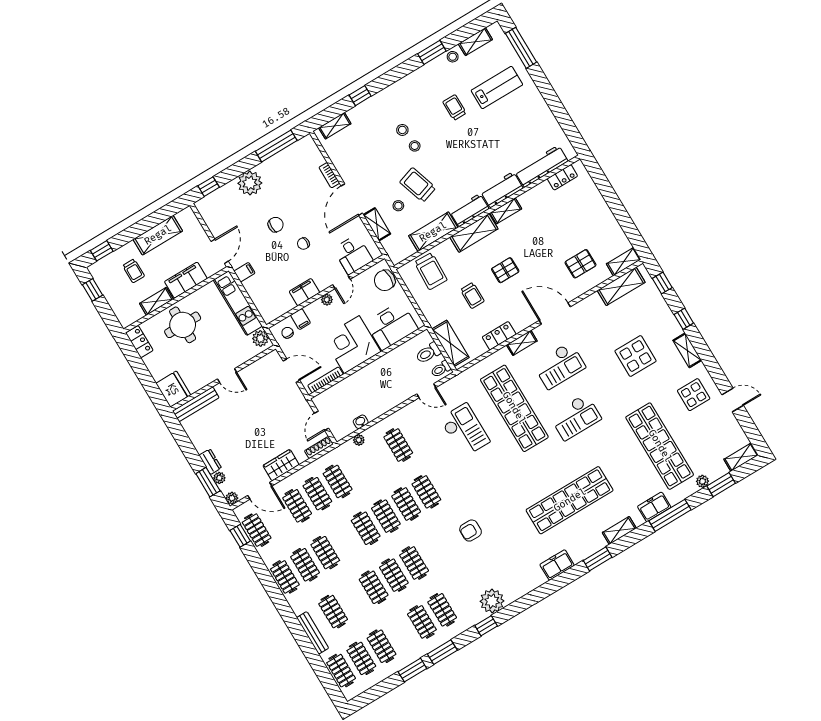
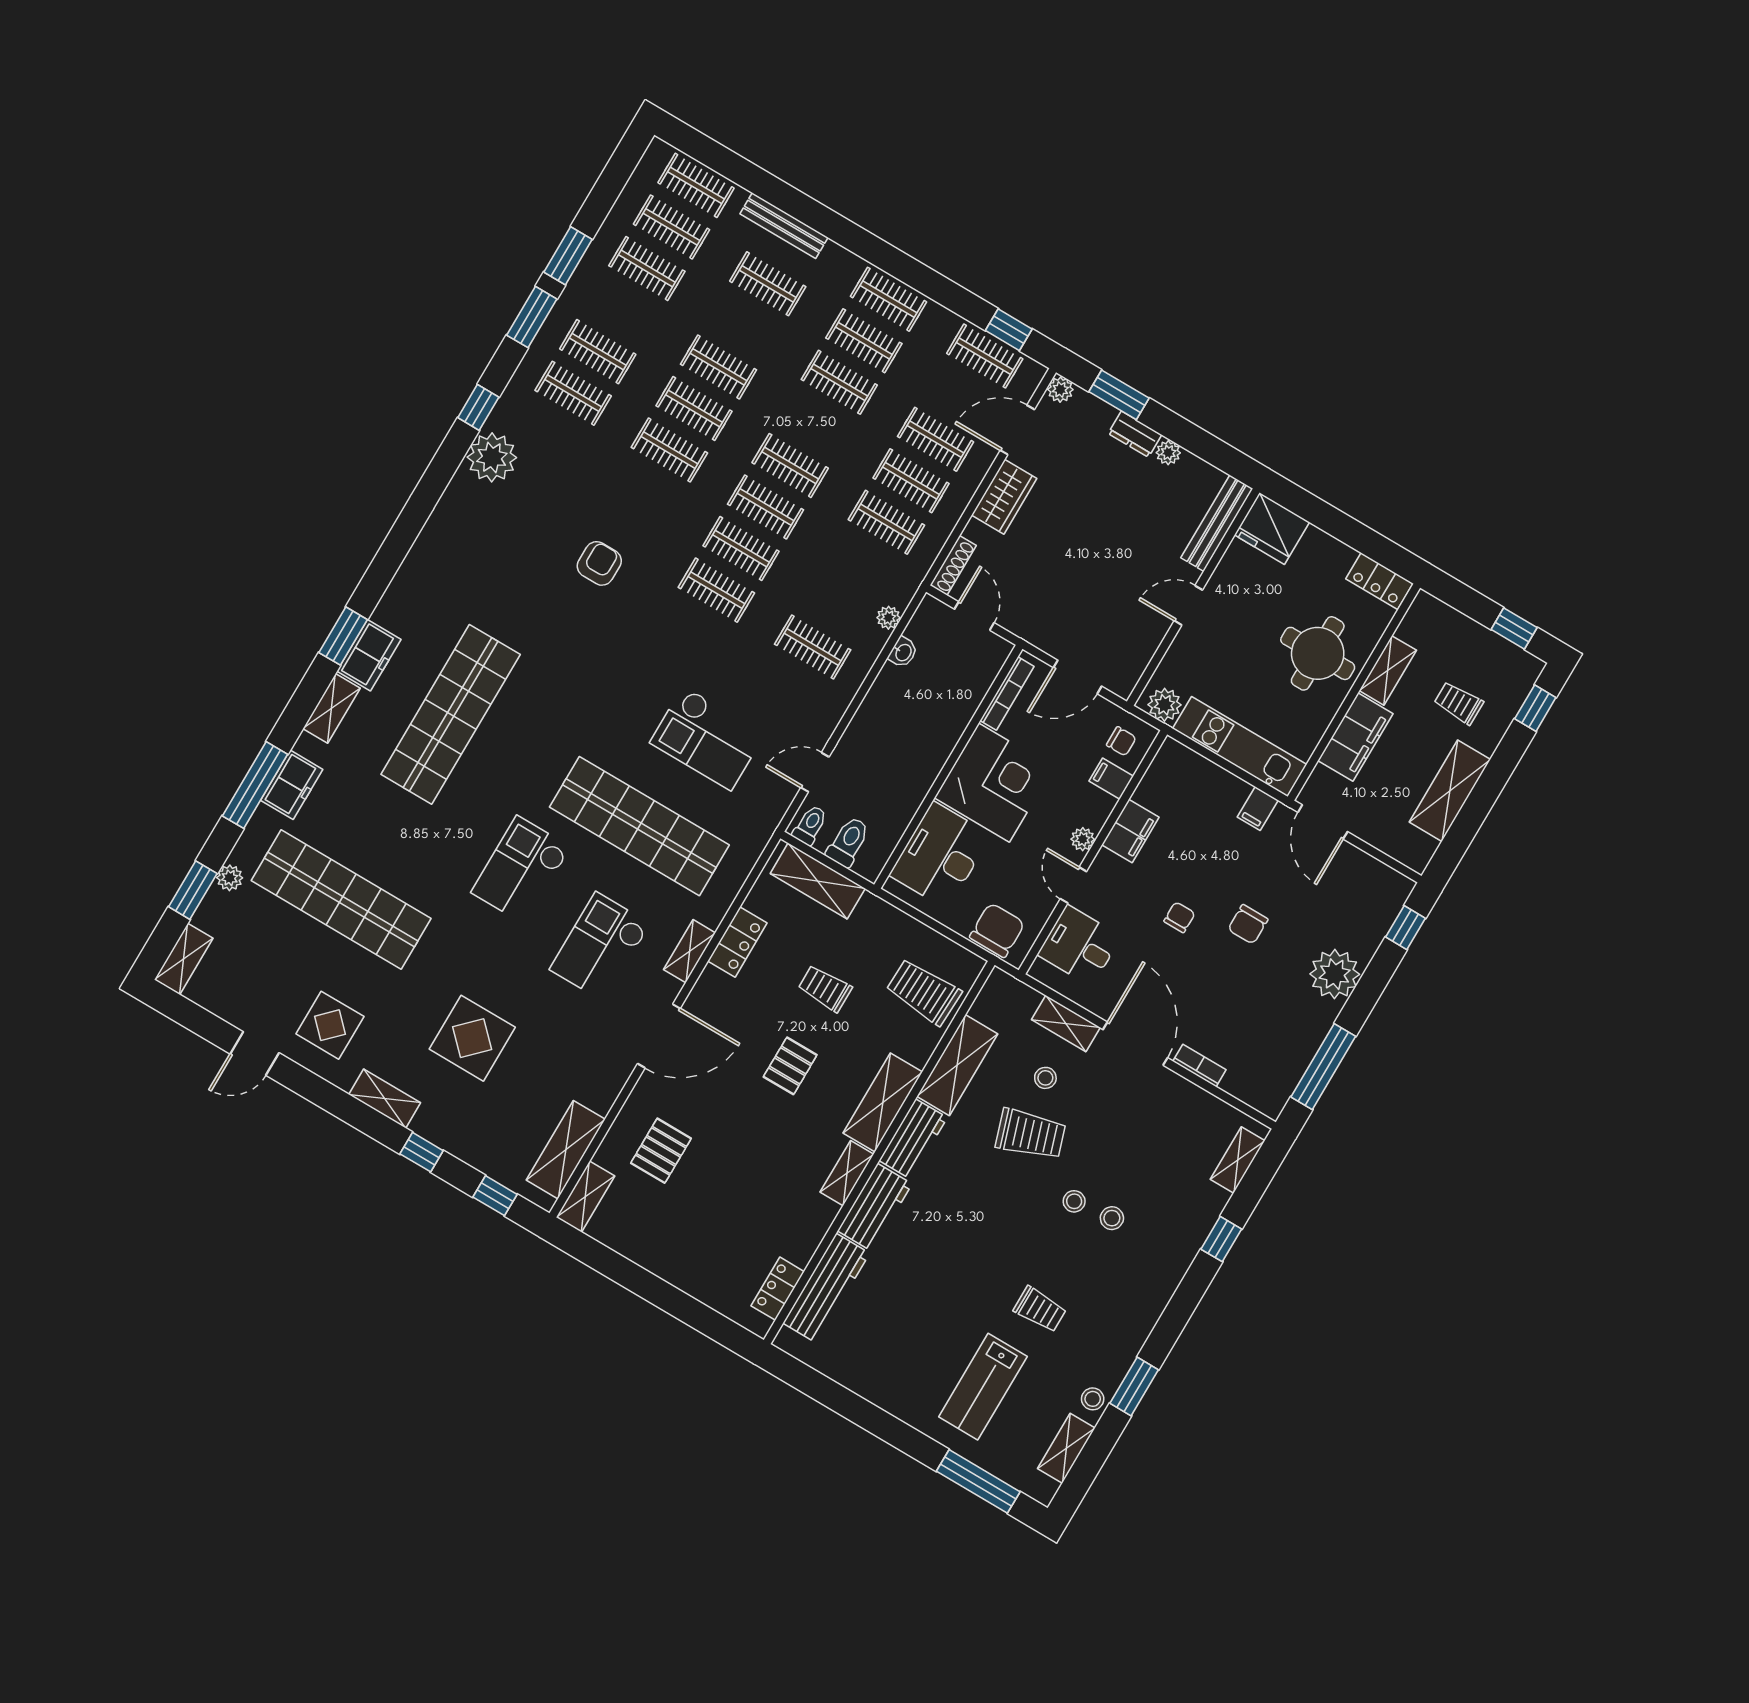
plant: (219, 478) -> (1168, 453), moved
freezer: (557, 565) -> (369, 655), moved

